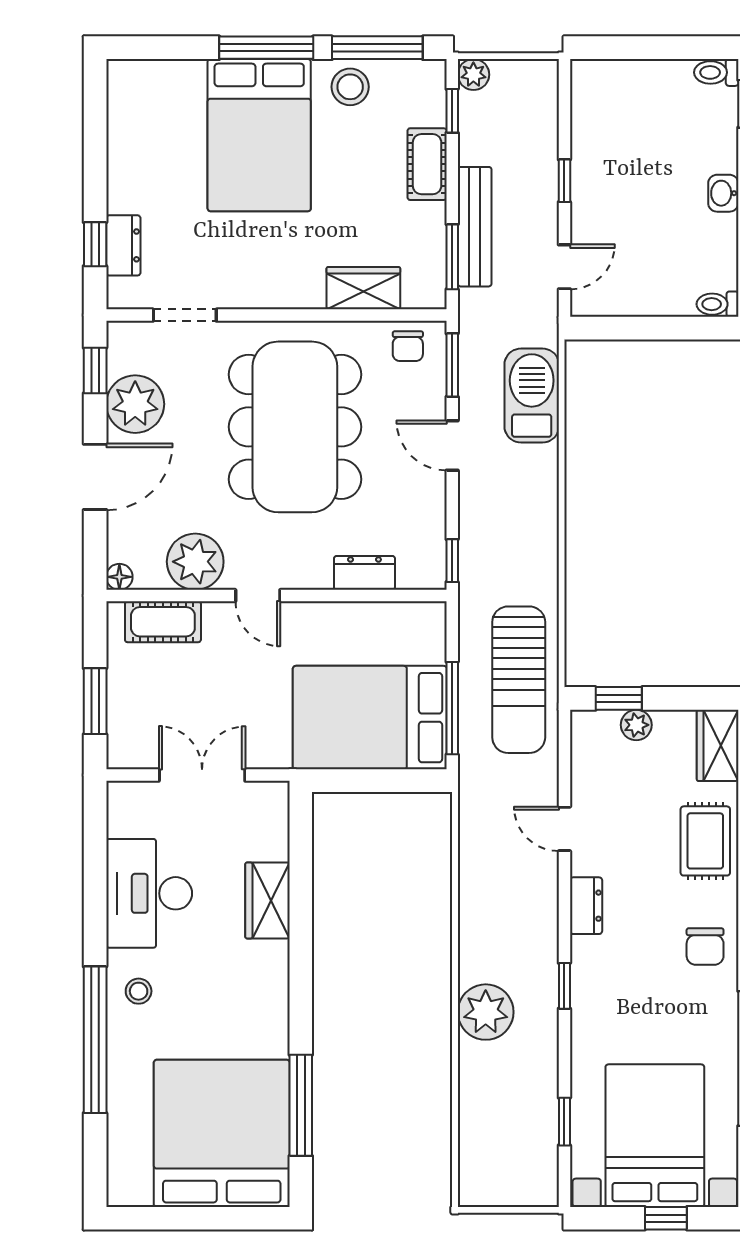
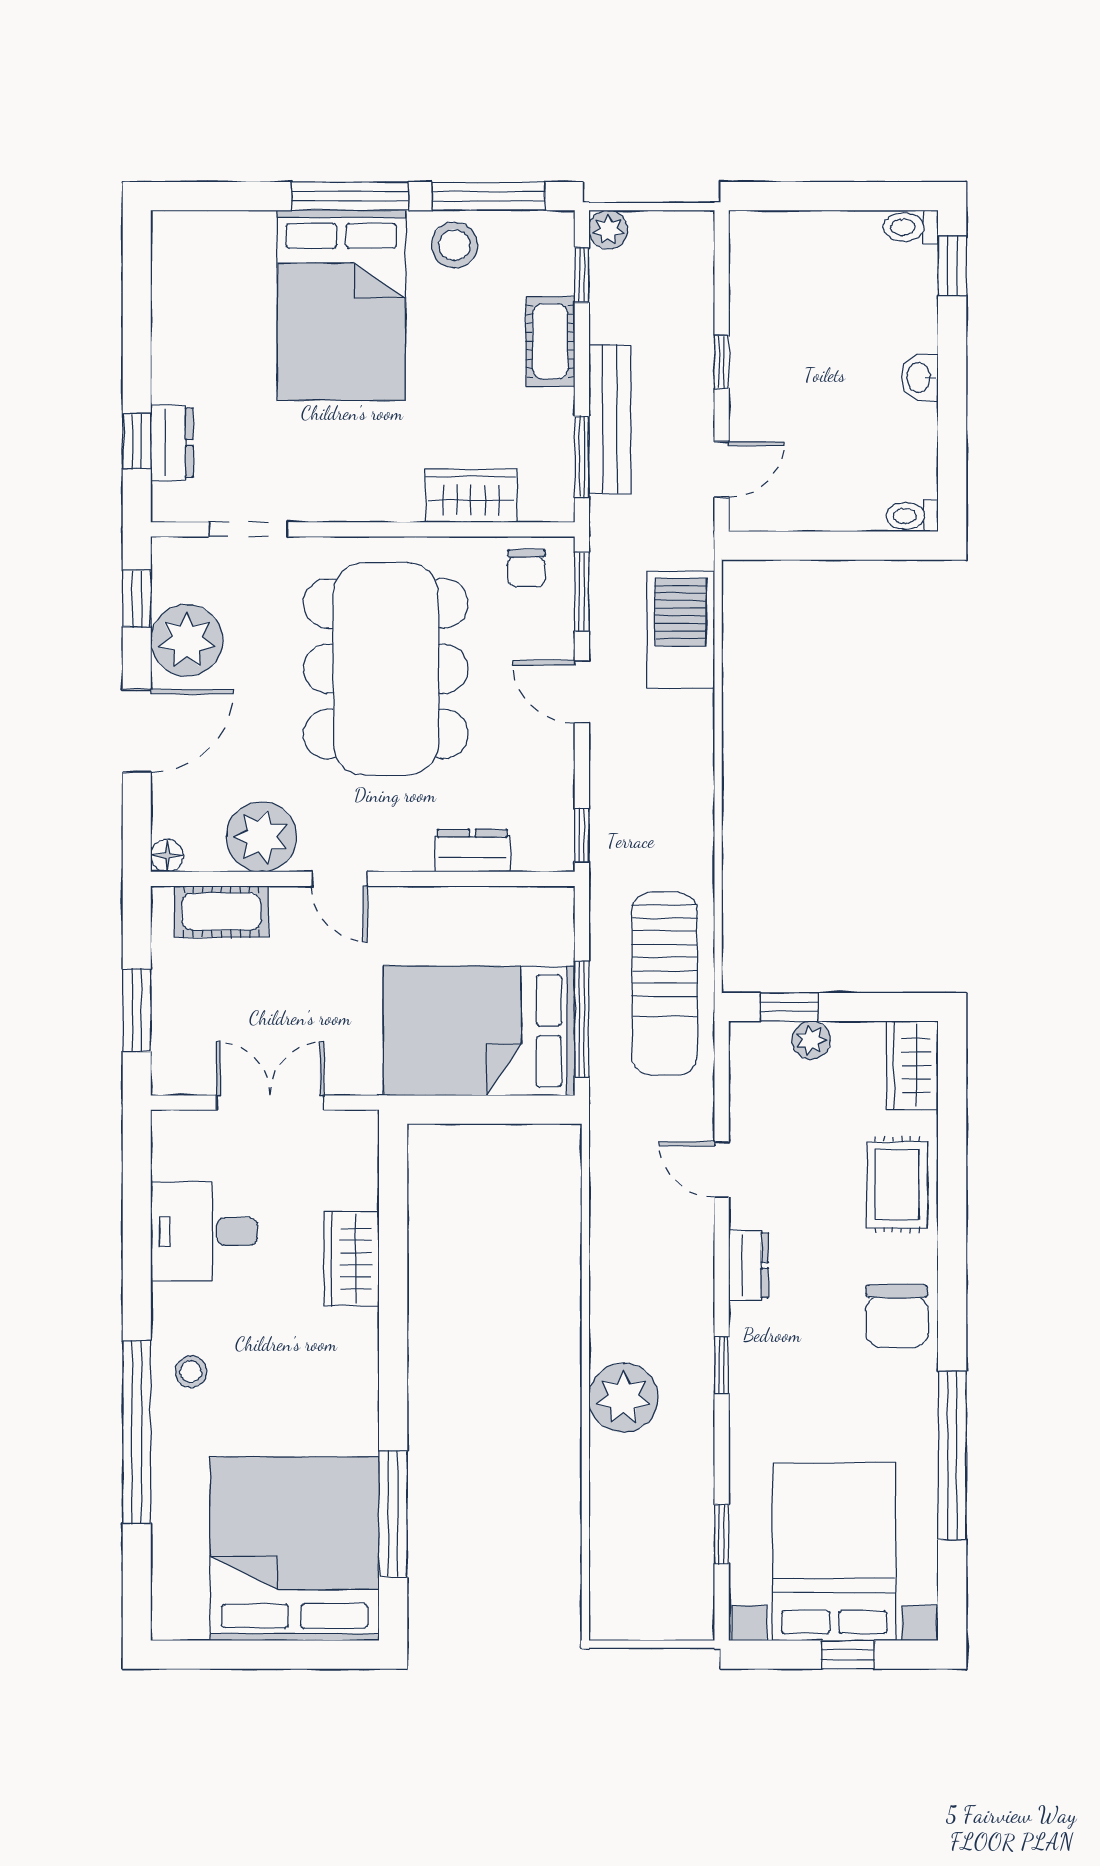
desk: (149, 893) -> (204, 1231), width x0.73
chair: (705, 946) -> (897, 1316), width x1.37, depth x1.37

